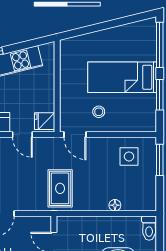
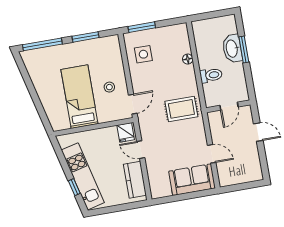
bed: (122, 77) -> (79, 97), moved, turned 180
door: (22, 135) -> (141, 150), swing flipped
toilet: (149, 228) -> (211, 75), moved

